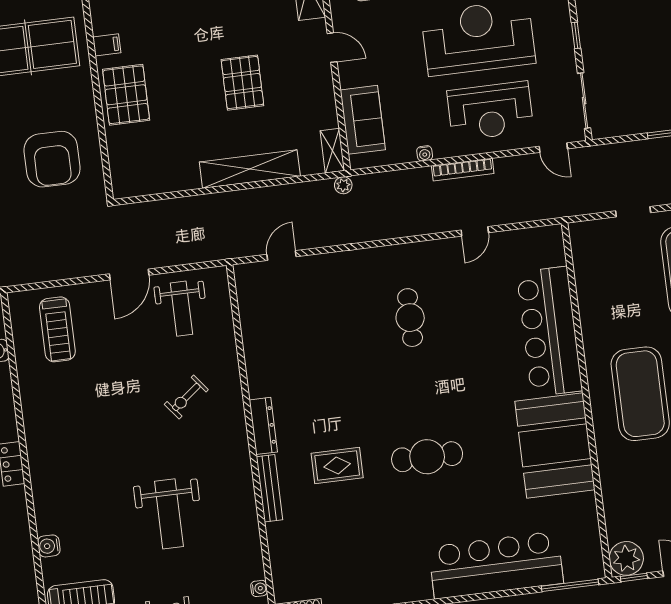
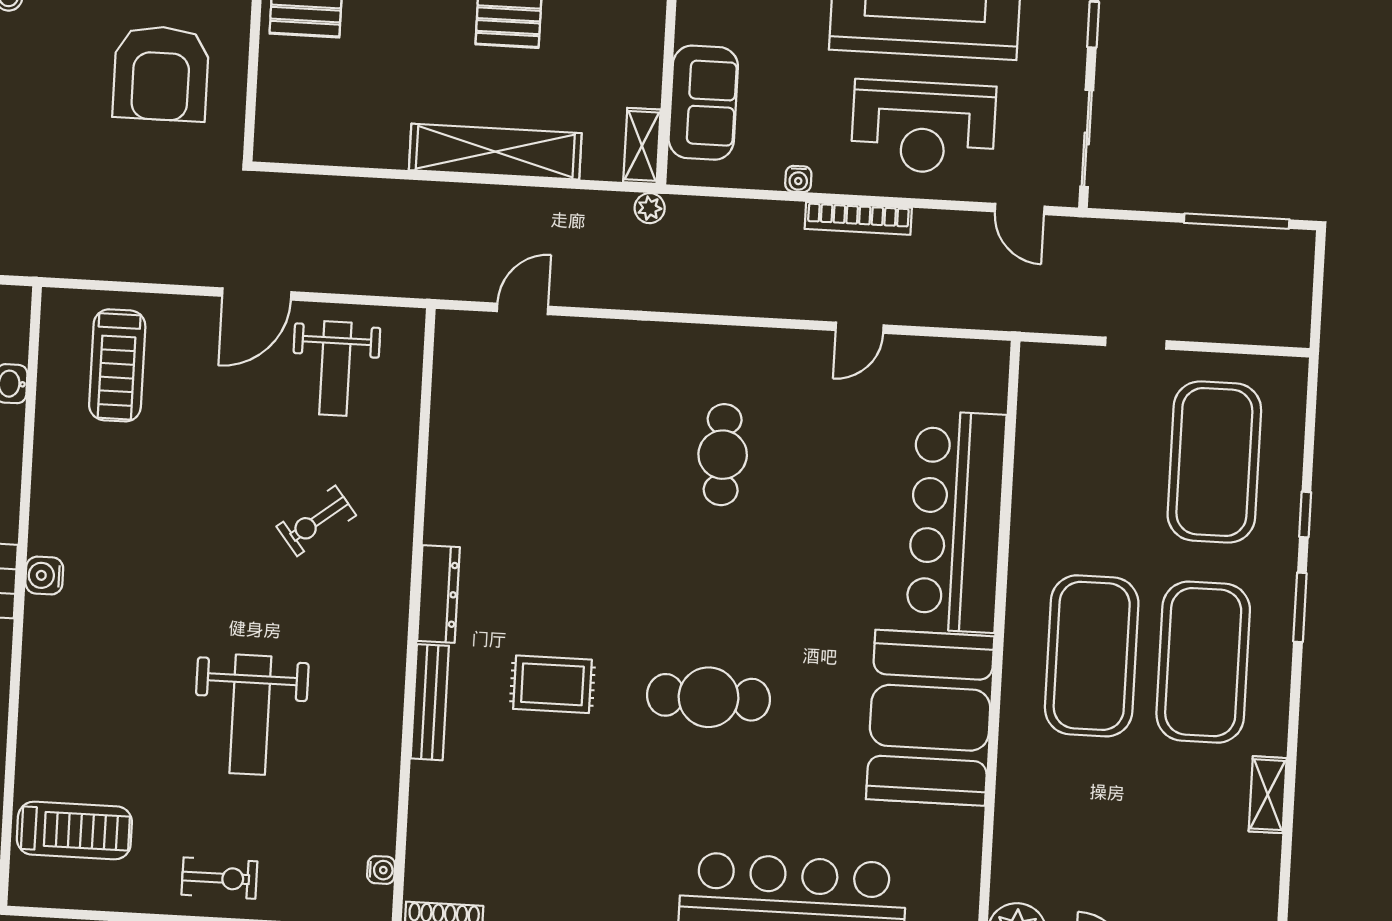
water cooler: (49, 546) -> (44, 576), moved

